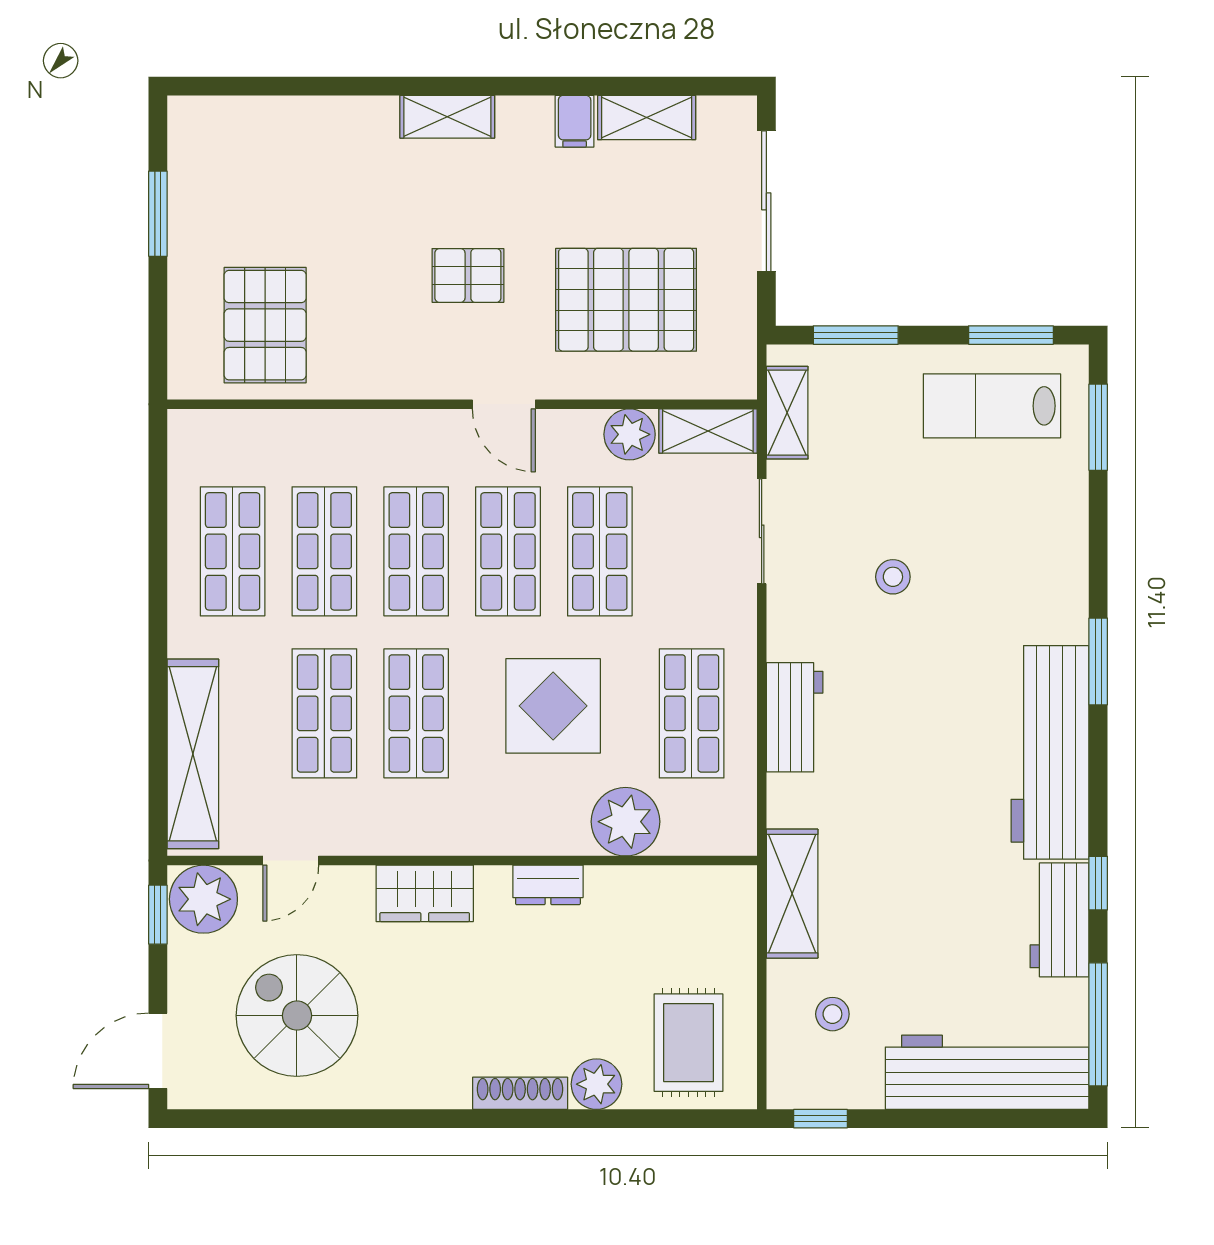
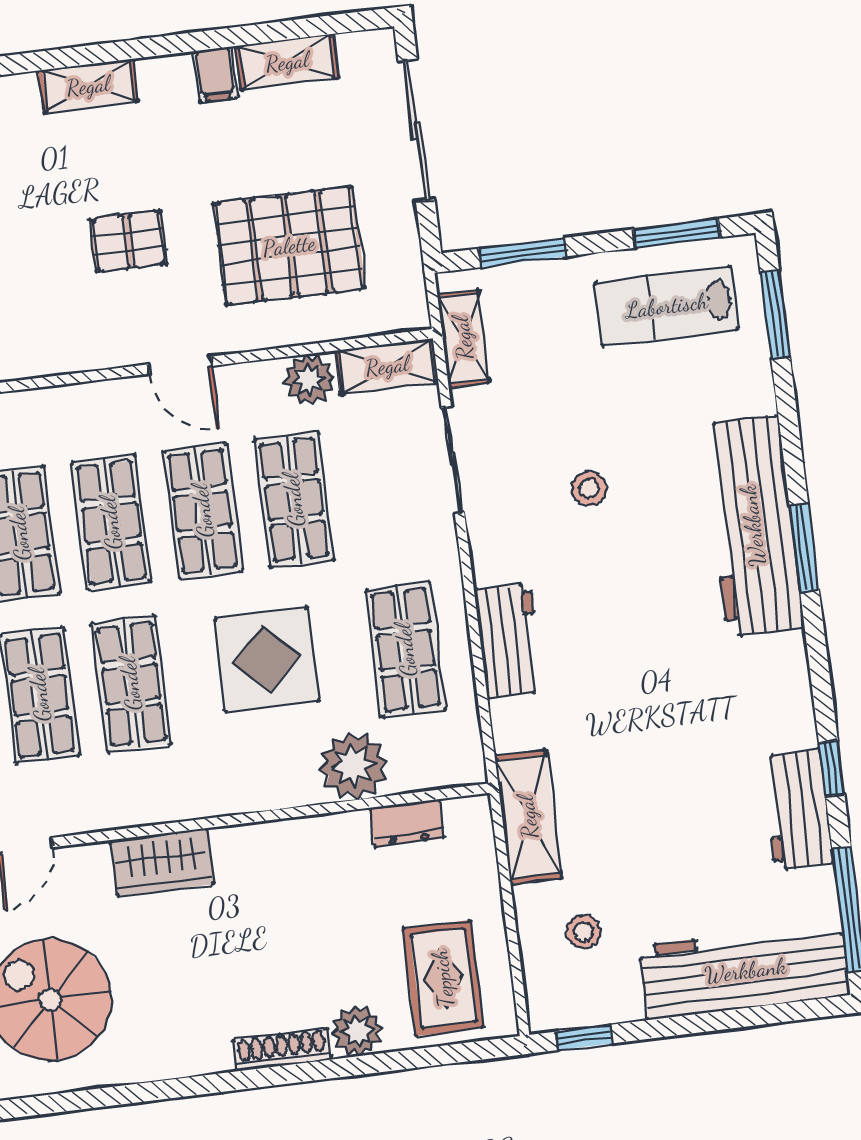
workbench: (1050, 752) -> (753, 526), moved
dresser: (548, 885) -> (407, 823), moved

